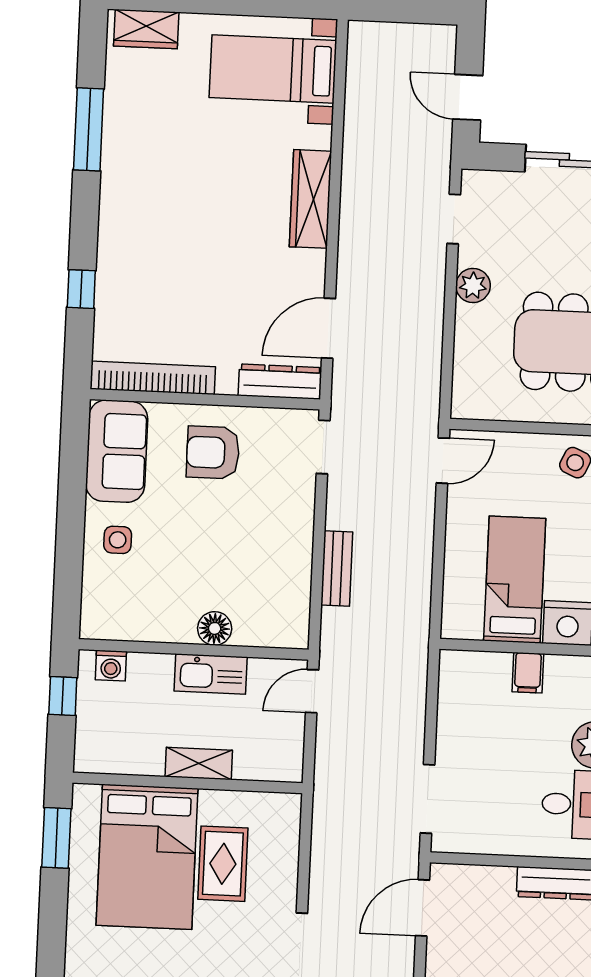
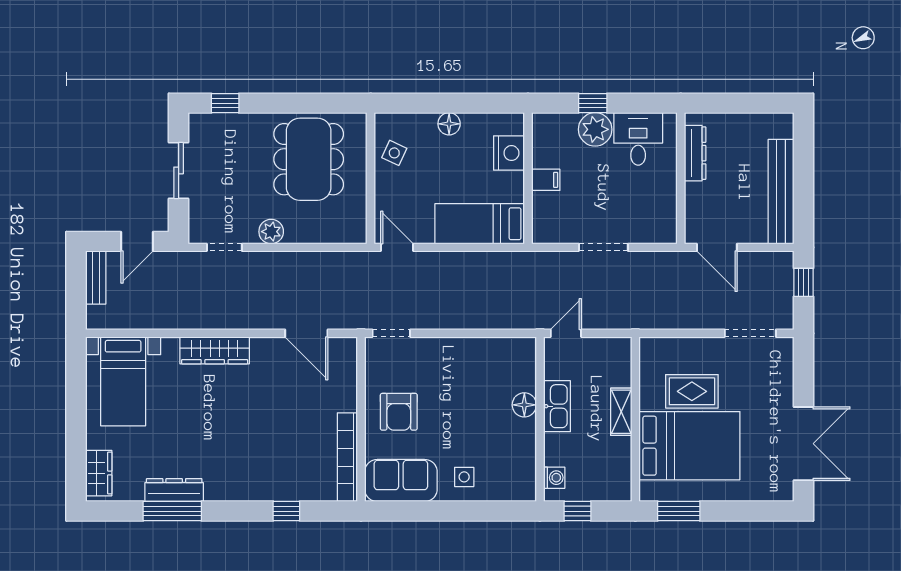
dresser: (280, 382) -> (174, 490), moved, turned 90
bench: (337, 568) -> (96, 278), moved, turned 90
bed: (515, 580) -> (480, 224), moved
door: (312, 691) -> (566, 333), swing flipped
doorway: (427, 799) -> (603, 247), moved

